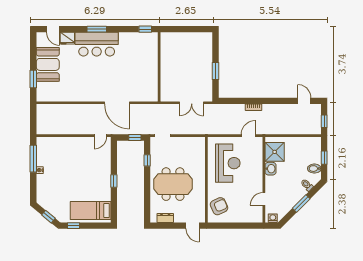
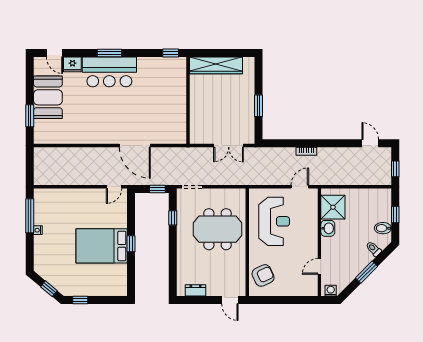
wardrobe: (182, 39) -> (216, 65), added
meeting table: (173, 184) -> (218, 229), moved
bed: (91, 211) -> (102, 246), moved, width x1.50

